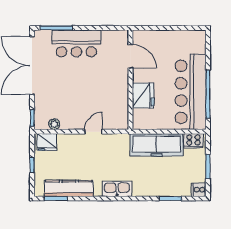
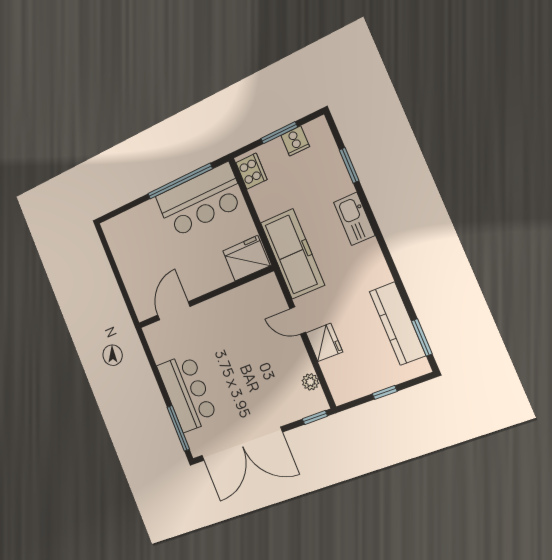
bar counter: (191, 92) -> (200, 200), width x0.73
fridge: (143, 96) -> (246, 258), moved
fridge: (47, 142) -> (324, 342), moved
freezer: (156, 145) -> (292, 254), moved
kitchen sink: (117, 189) -> (354, 219), moved
cooker: (199, 190) -> (295, 141), moved

